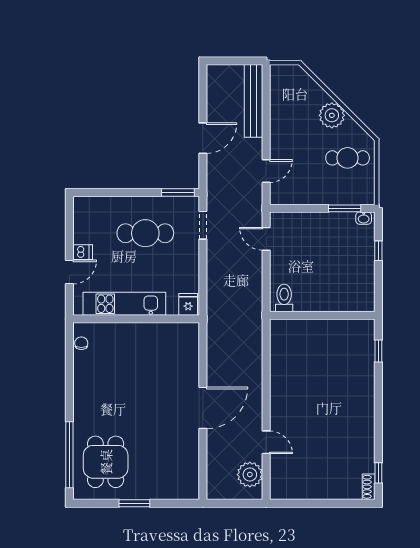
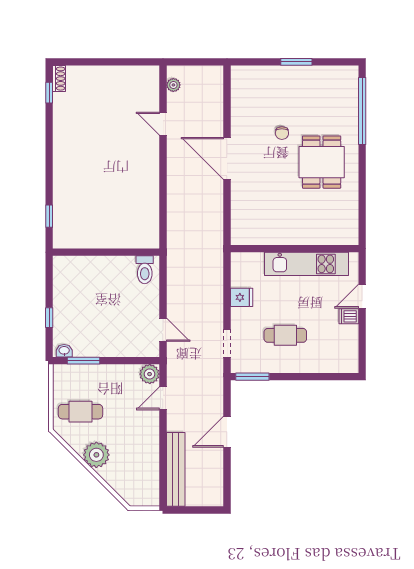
plant: (279, 195) -> (150, 374), added
cafe table: (145, 233) -> (285, 335), width x0.73, depth x0.74
fridge: (188, 304) -> (242, 297), moved, turned -90
chair: (81, 343) -> (282, 133), moved
door: (203, 408) -> (227, 158), hinge flipped
dining table: (106, 462) -> (322, 162), moved
plant: (250, 475) -> (173, 85), width x0.53, depth x0.53

